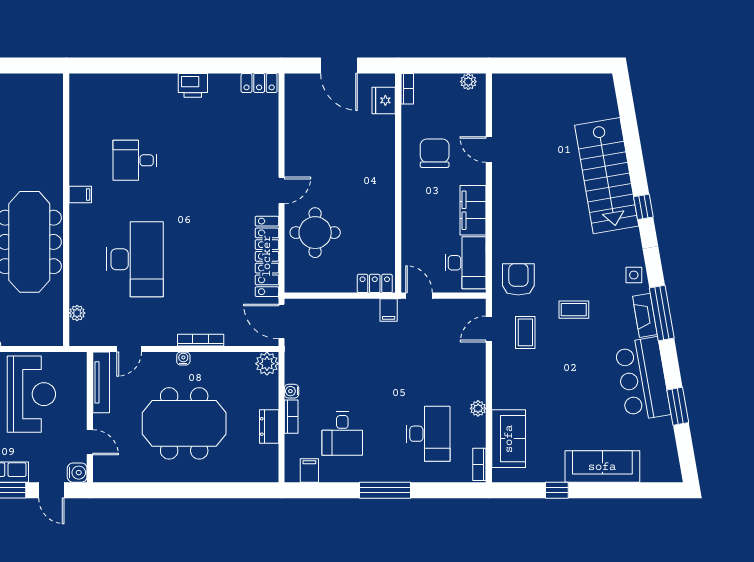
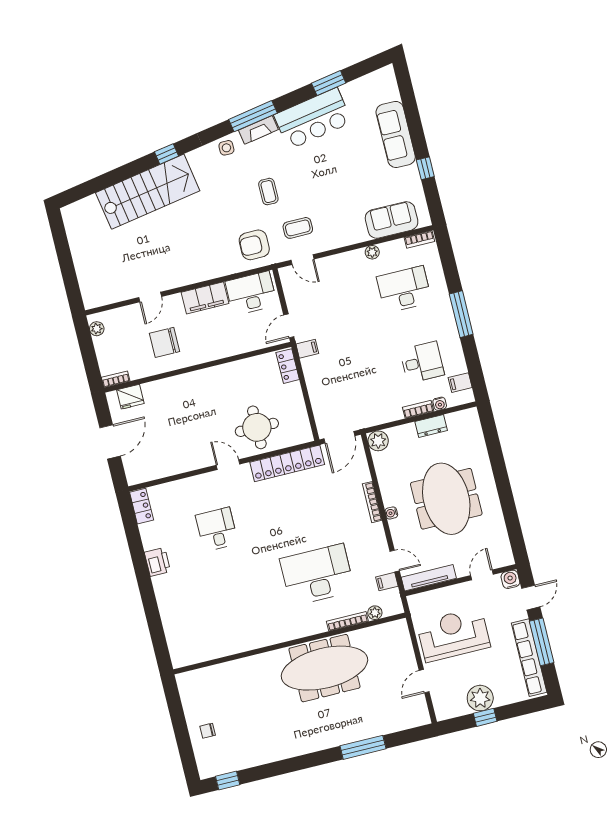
desk: (135, 160) -> (217, 529), moved, turned 180
filing cabinet: (80, 195) -> (387, 582), moved, turned -90
bookcase: (75, 280) -> (347, 621), added
water cooler: (292, 391) -> (440, 404), moved

